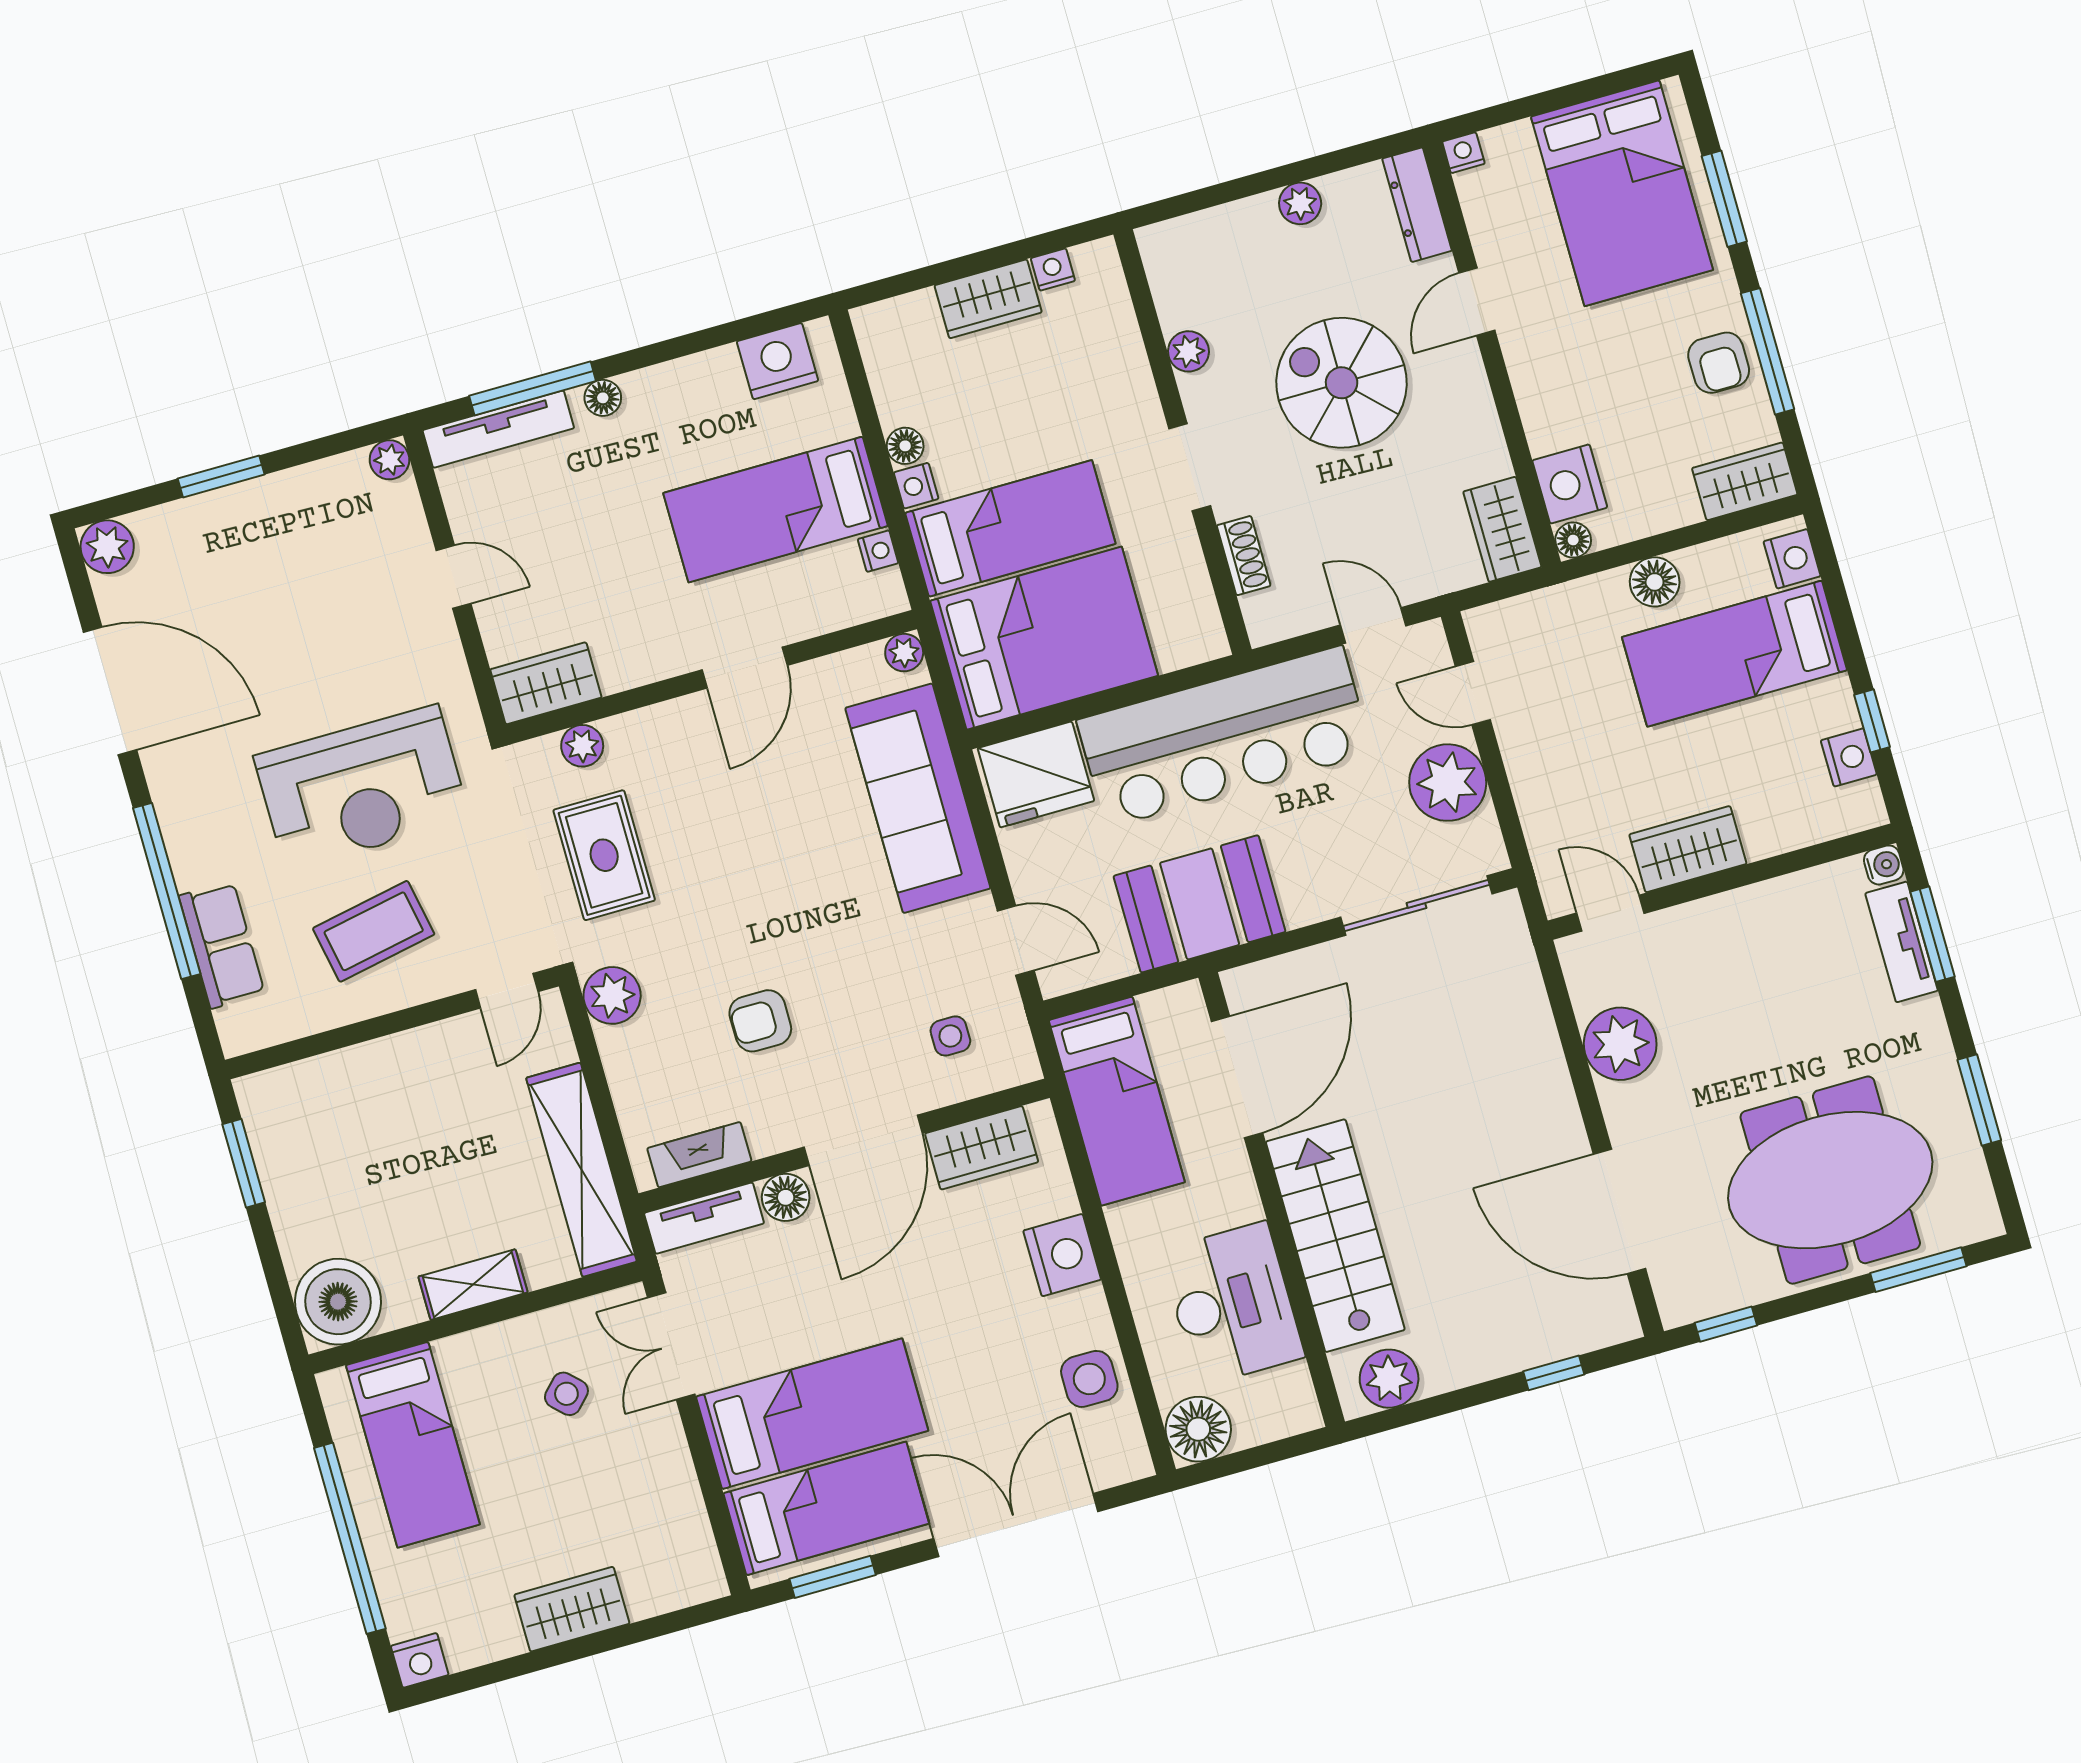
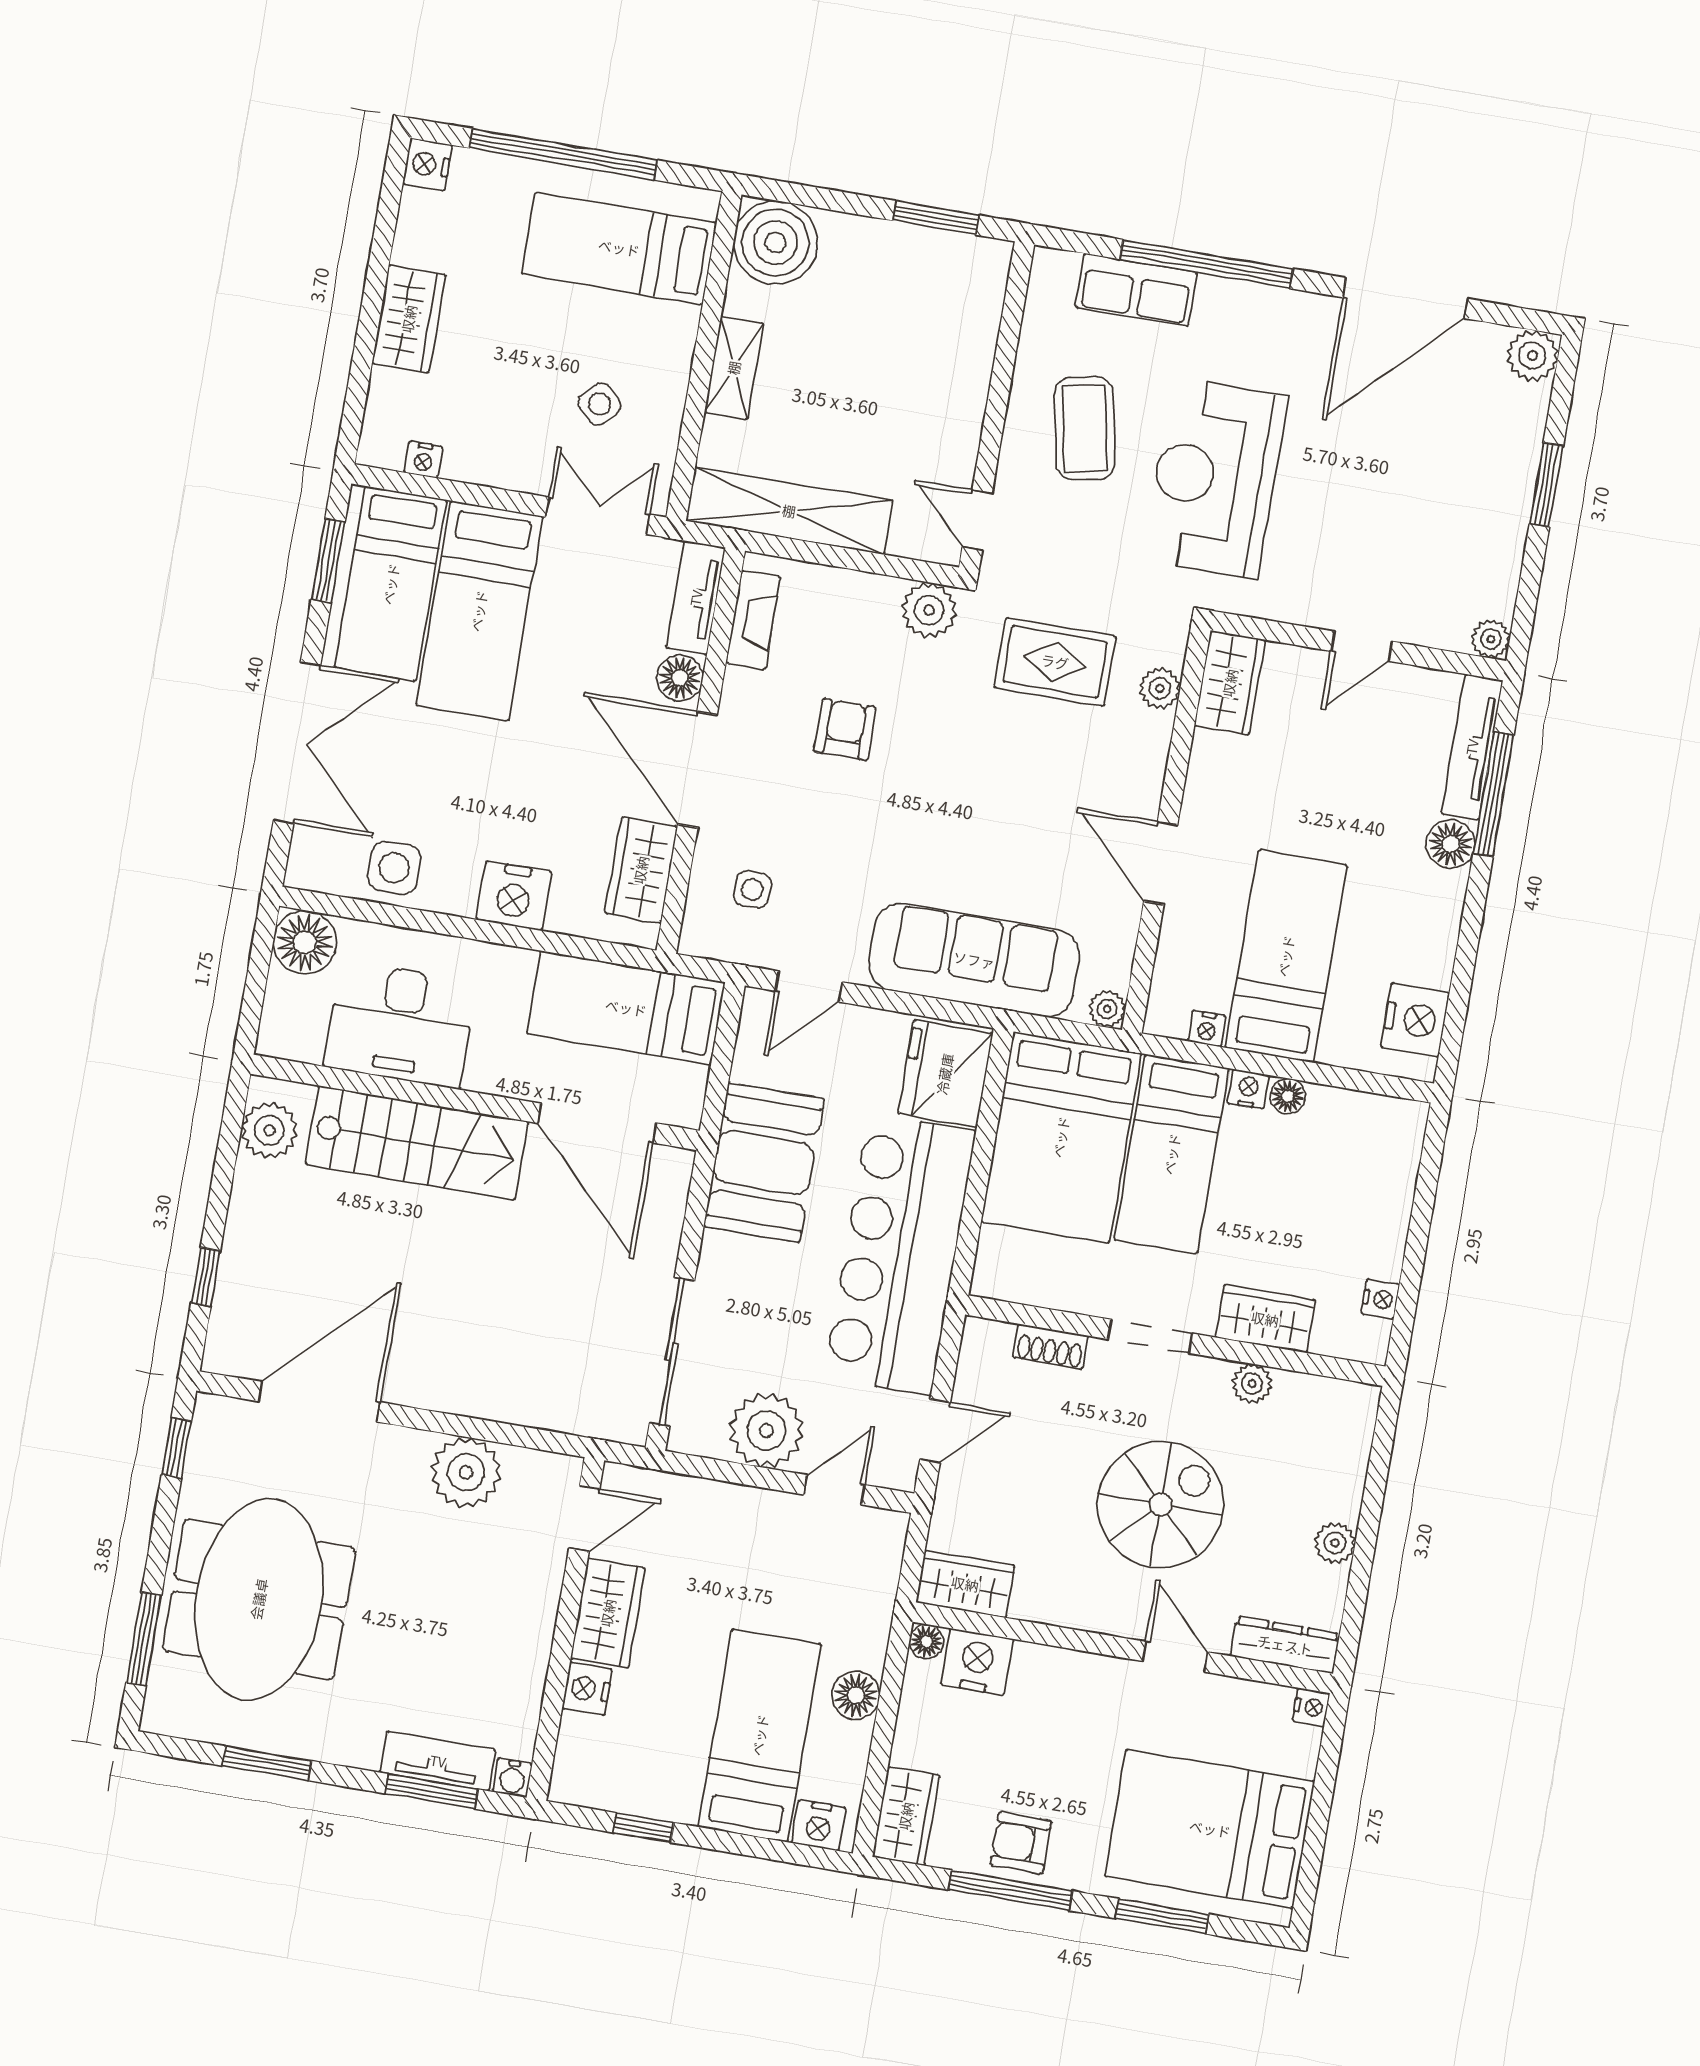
wardrobe: (988, 299) -> (1265, 1319), moved, turned 90
floor lamp: (603, 398) -> (1451, 844), width x1.37, depth x1.37
nightstand: (1849, 757) -> (587, 1689), moved, turned 90
nightstand: (696, 1533) -> (423, 460), added

